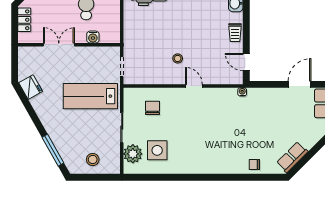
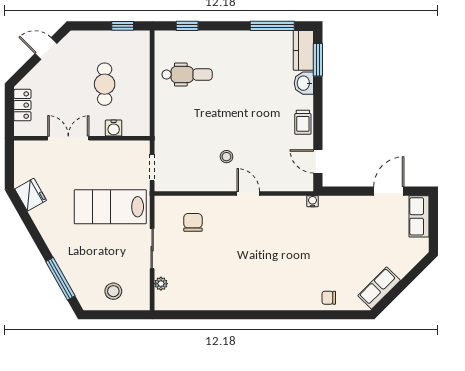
side table: (157, 150) -> (199, 279), removed
plant: (133, 154) -> (161, 284), width x0.53, depth x0.53

